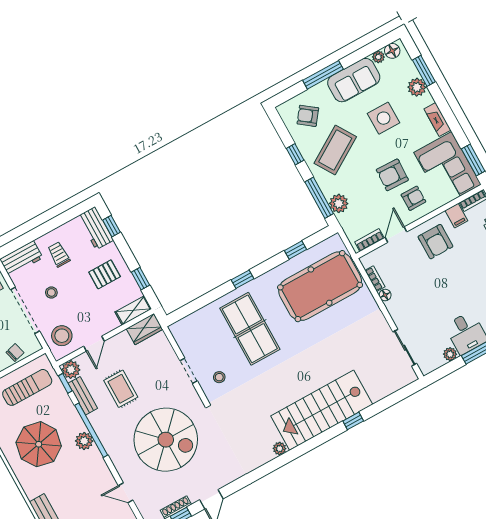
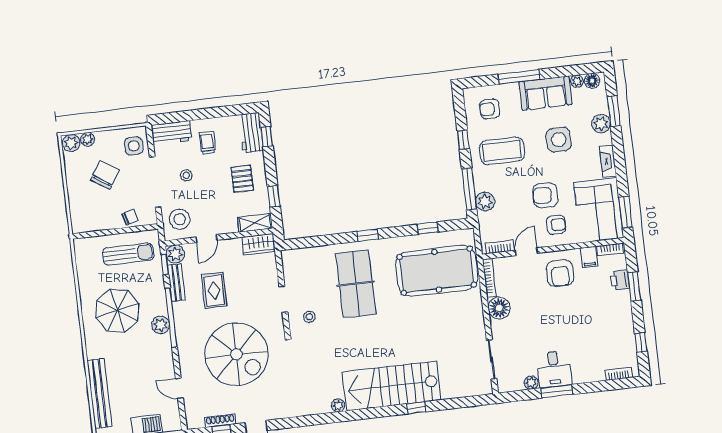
armchair: (308, 116) -> (490, 109), turned -37
coffee table: (335, 150) -> (502, 151), turned 32
pallet: (105, 274) -> (242, 179), turned 90
bookcase: (375, 279) -> (489, 278), width x1.56
floor lamp: (385, 295) -> (499, 308), width x1.89, depth x1.89

